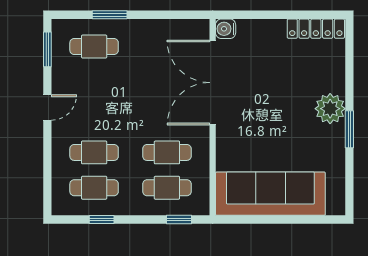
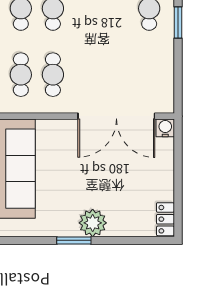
locker: (316, 29) -> (165, 219), width x0.66
double door: (213, 83) -> (116, 116), swing flipped

